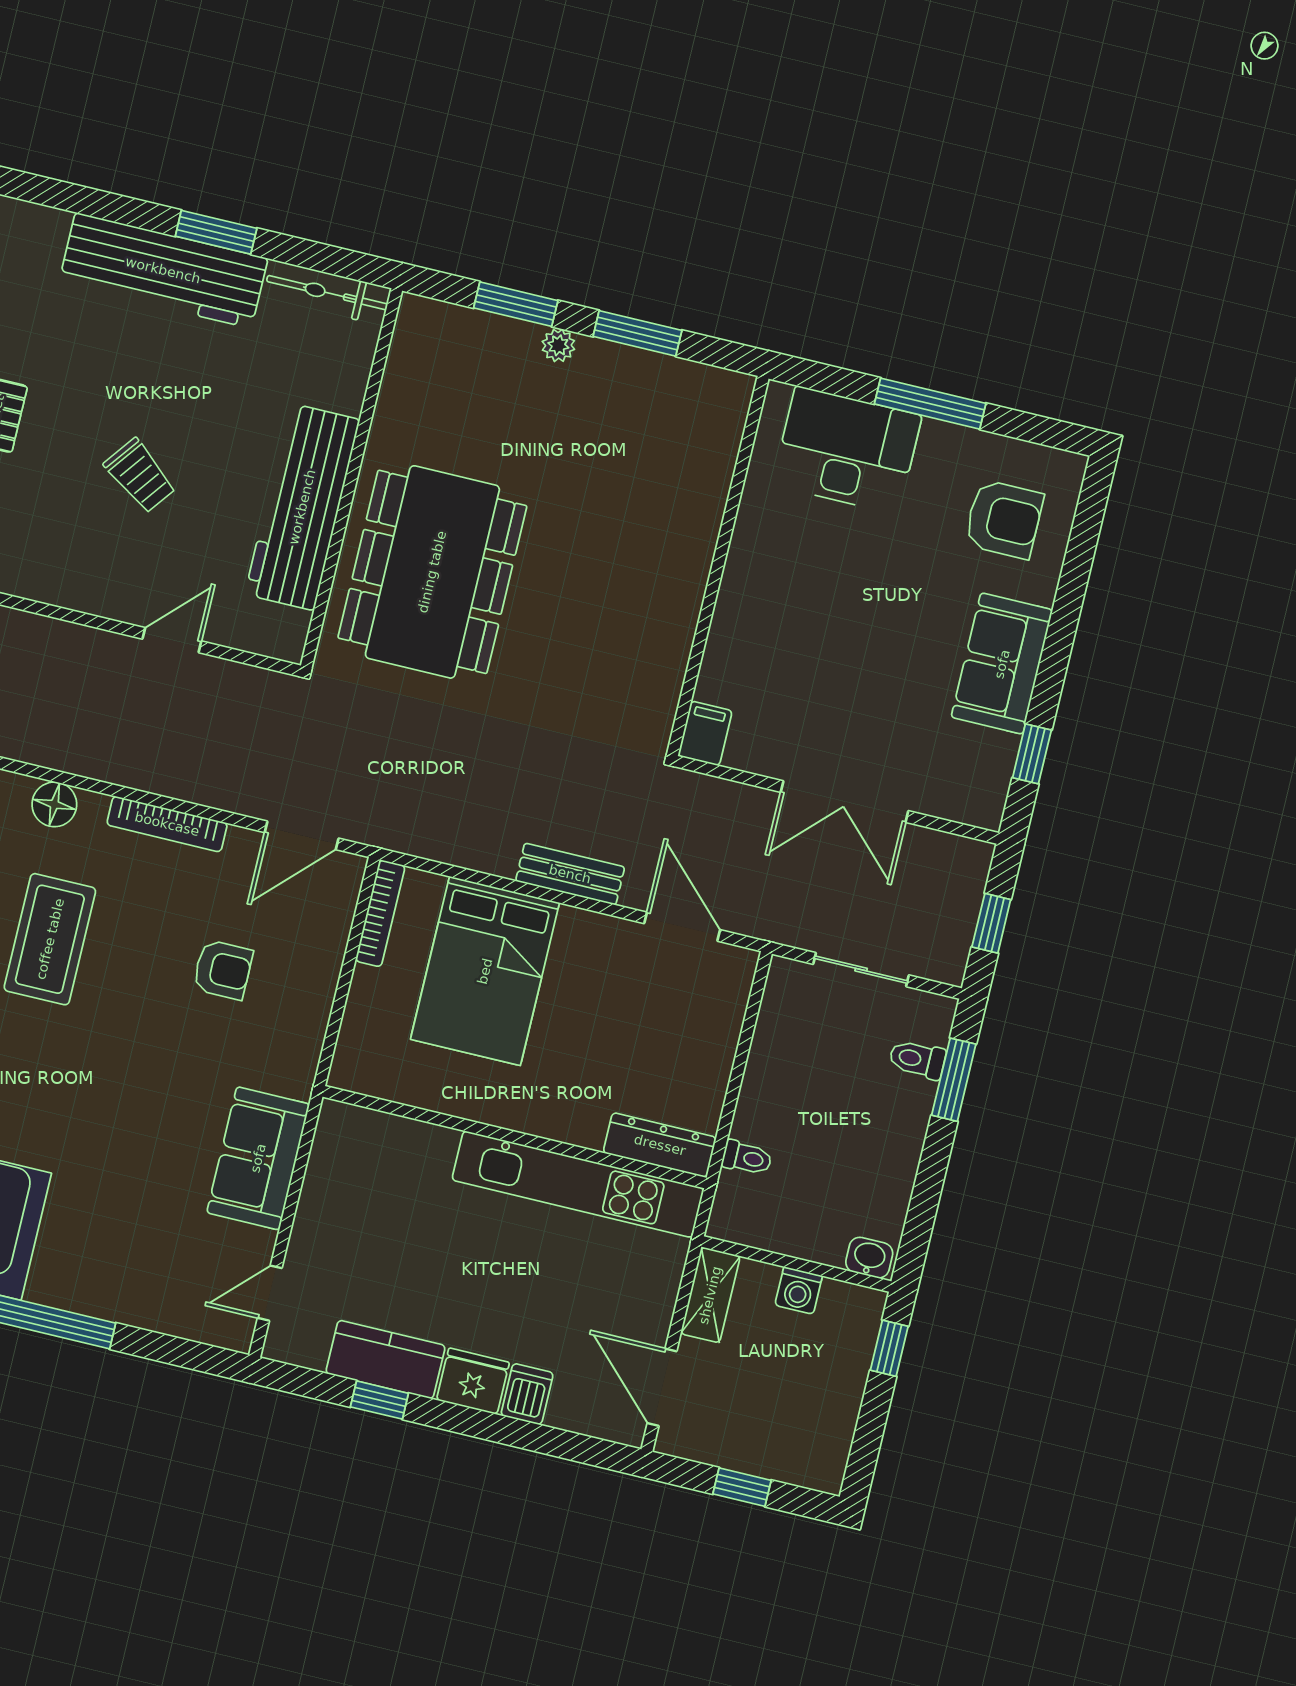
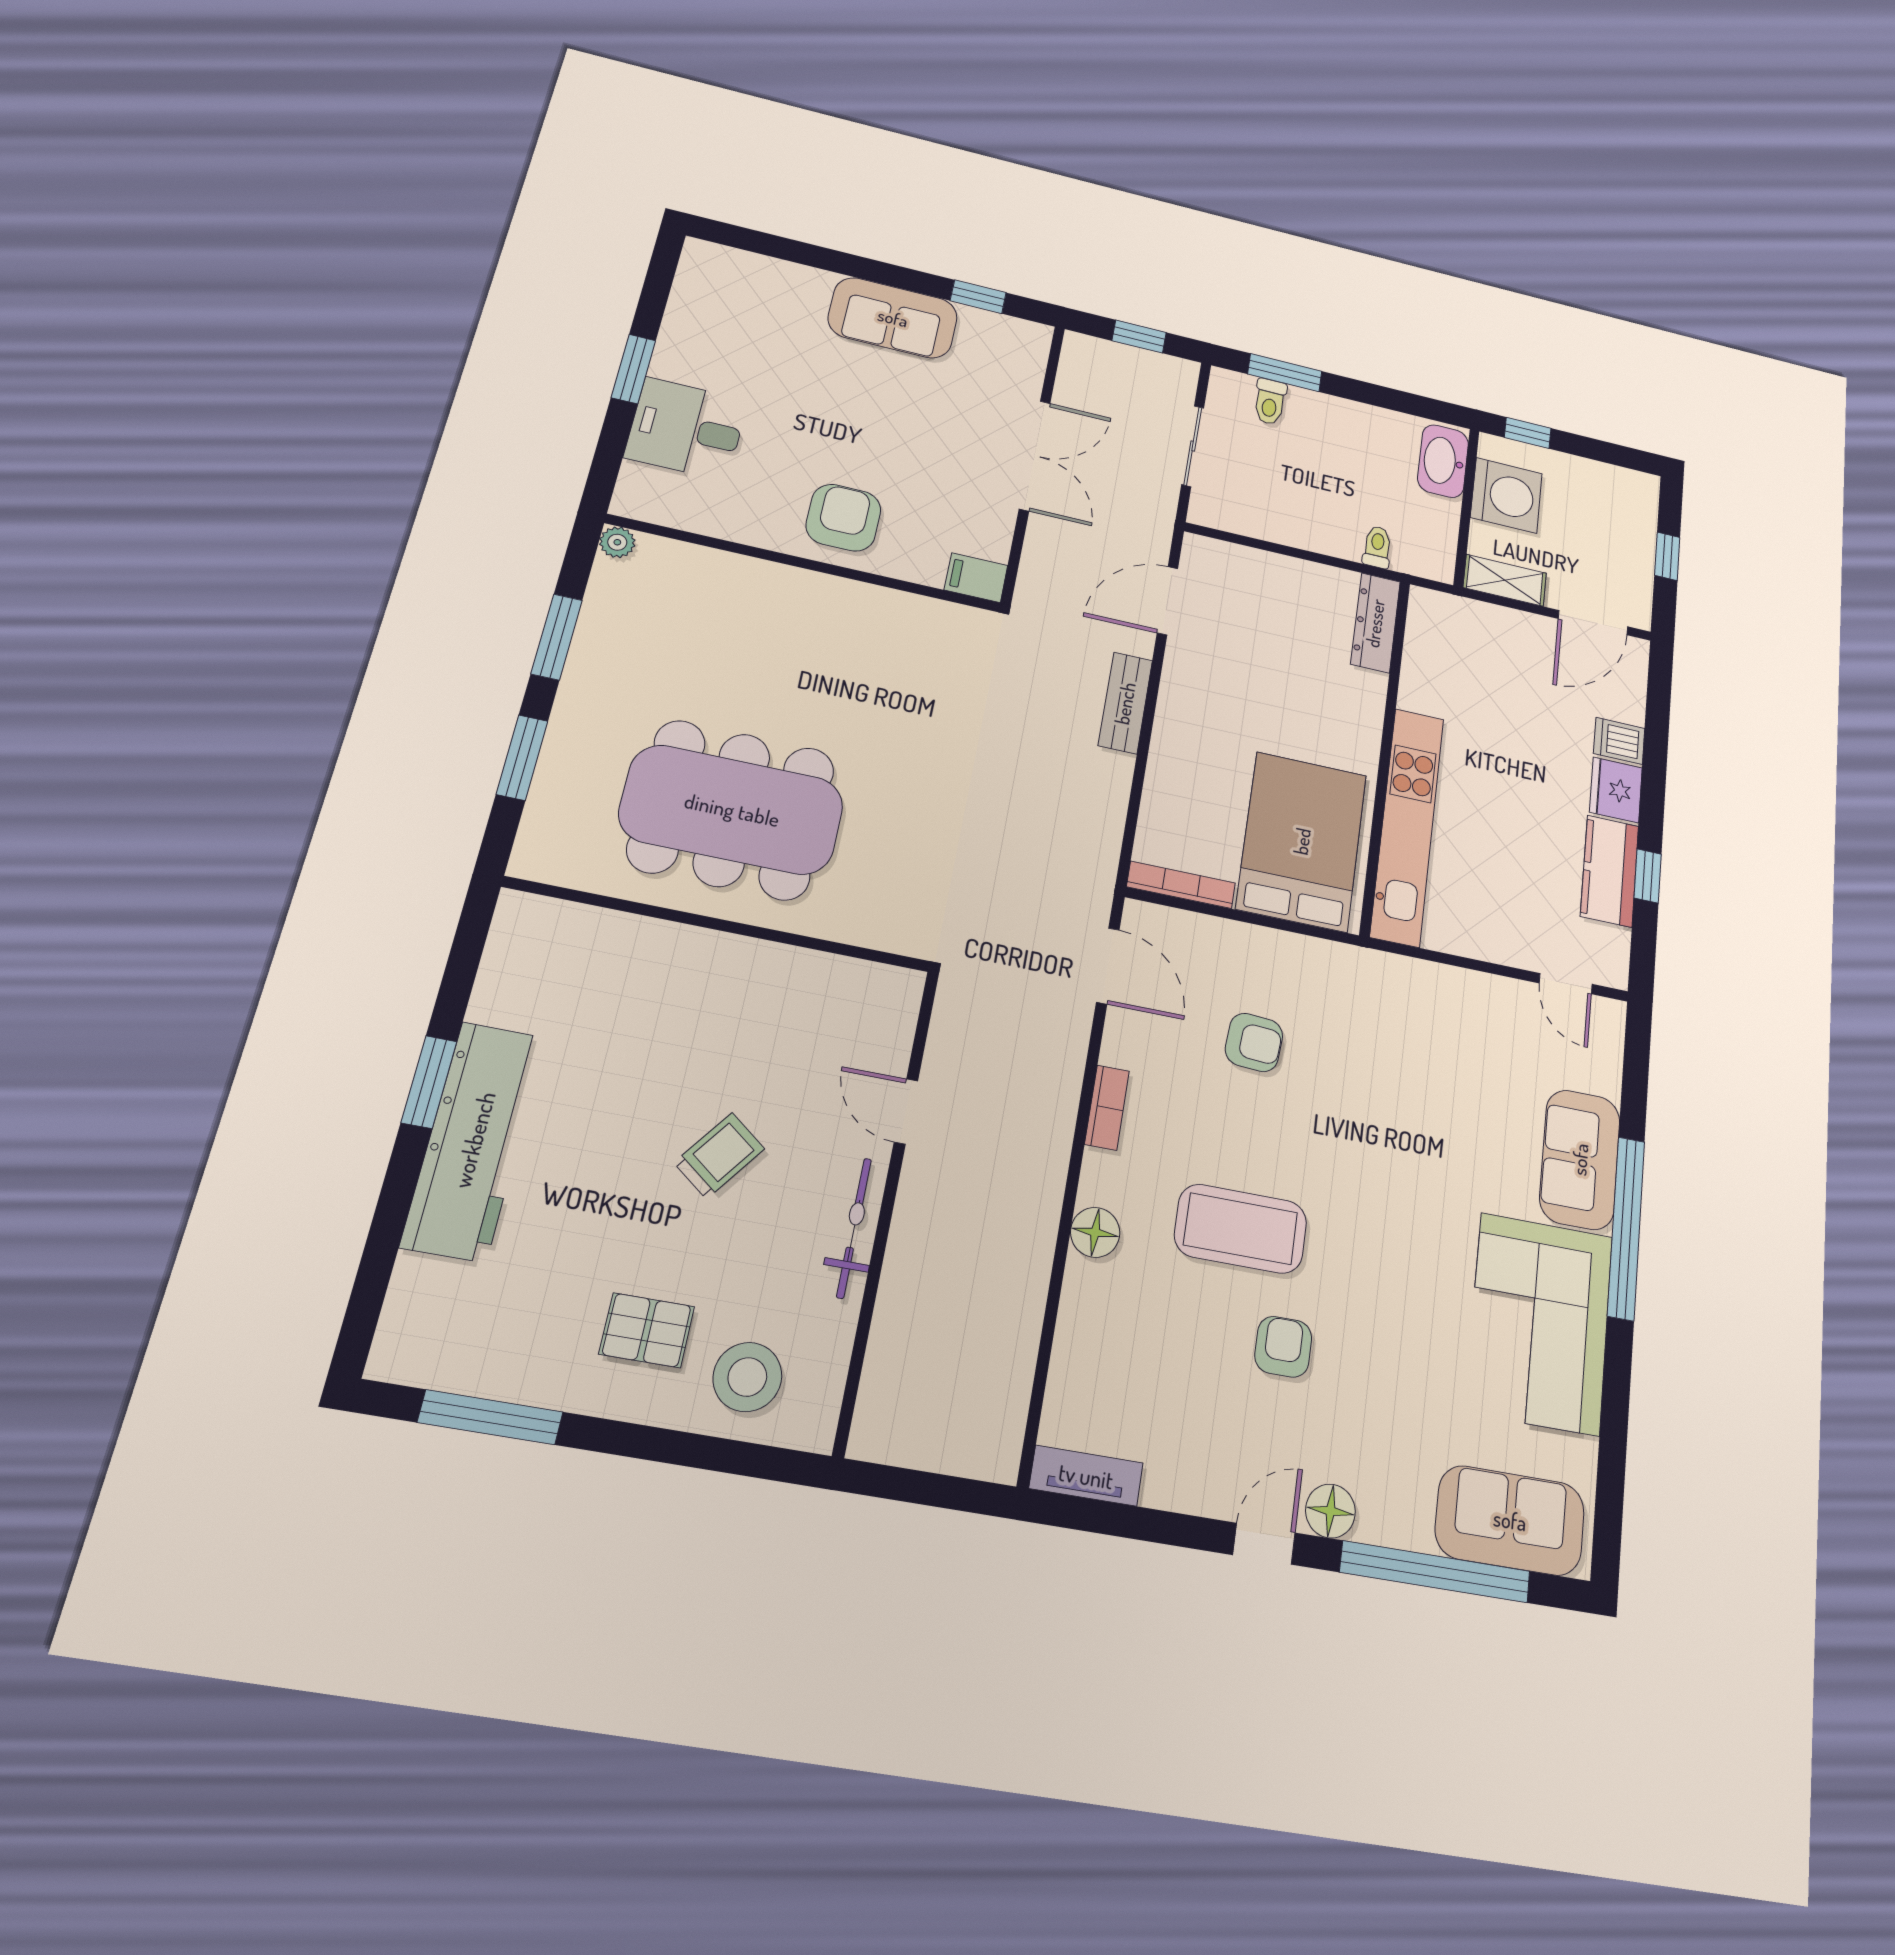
bicycle: (327, 293) -> (854, 1228), moved, turned 180
plant: (558, 345) -> (617, 542), moved
window: (930, 404) -> (633, 369), width x0.69
desk: (847, 450) -> (686, 429), width x0.73
workbench: (302, 507) -> (752, 976), removed
armchair: (1004, 519) -> (843, 518), moved
dining table: (432, 572) -> (732, 810), moved
bookcase: (167, 824) -> (1107, 1108), width x0.64
armchair: (223, 970) -> (1254, 1042), turned 94
bed: (485, 971) -> (1302, 841), moved, turned -90
sofa: (258, 1158) -> (1580, 1159), moved, turned 90
kitchen unit: (578, 1184) -> (1407, 826), moved
washbasin: (869, 1258) -> (1443, 461), width x1.91, depth x1.45
washing machine: (799, 1290) -> (1506, 495), width x1.89, depth x1.89

